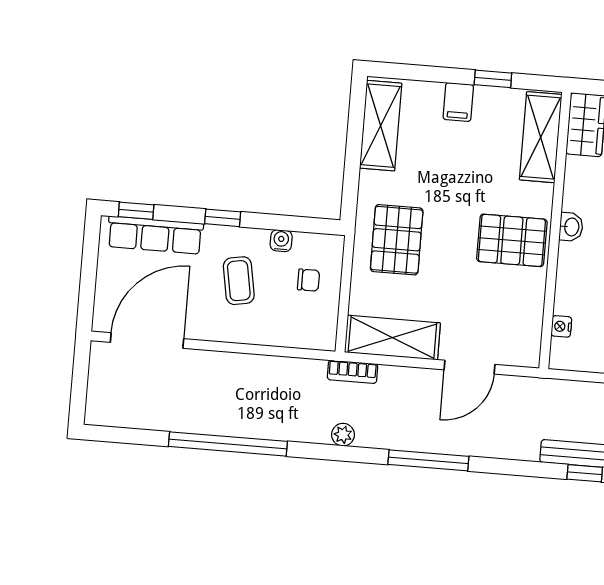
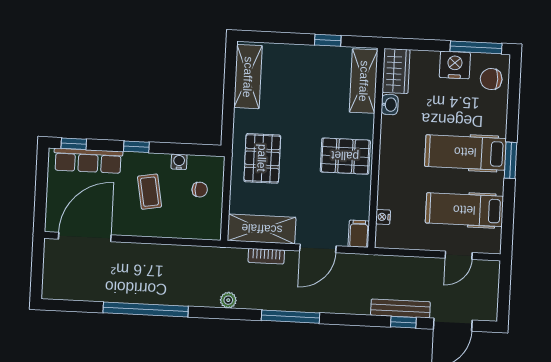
filing cabinet: (458, 102) -> (359, 234), moved, turned 180
washbasin: (571, 227) -> (390, 105), moved
bookcase: (353, 372) -> (266, 256), moved

